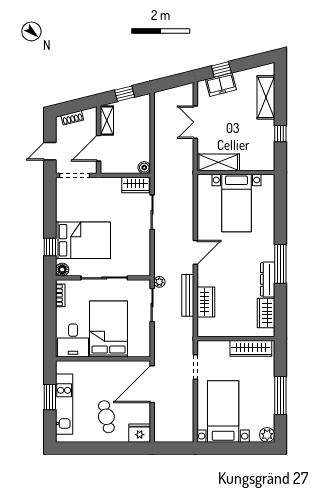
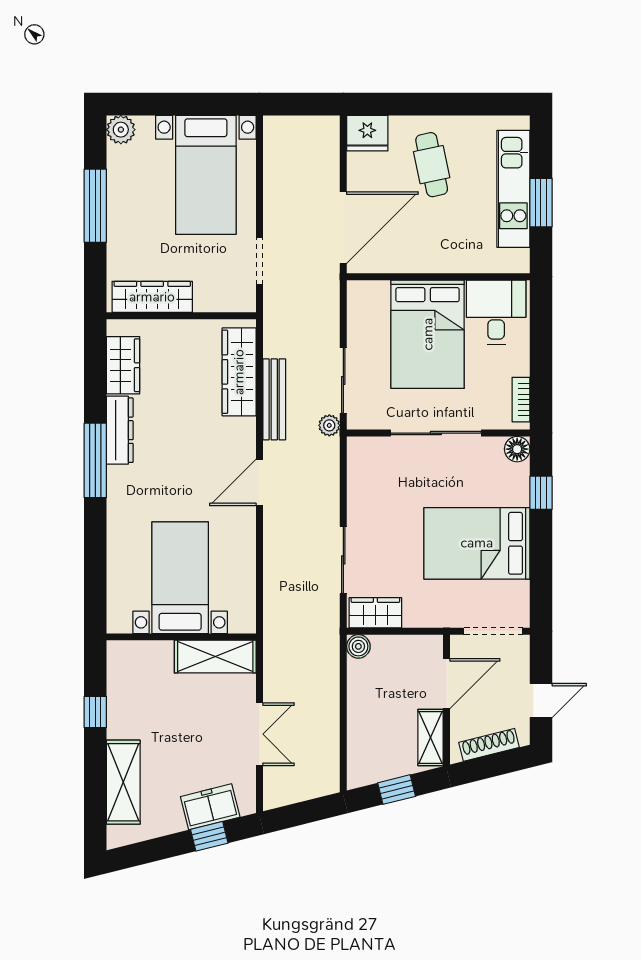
shoe rack: (72, 118) -> (489, 745), width x1.43
door: (50, 151) -> (541, 701), moved
bed: (83, 240) -> (477, 543), moved
wardrobe: (206, 302) -> (239, 372), width x1.50

